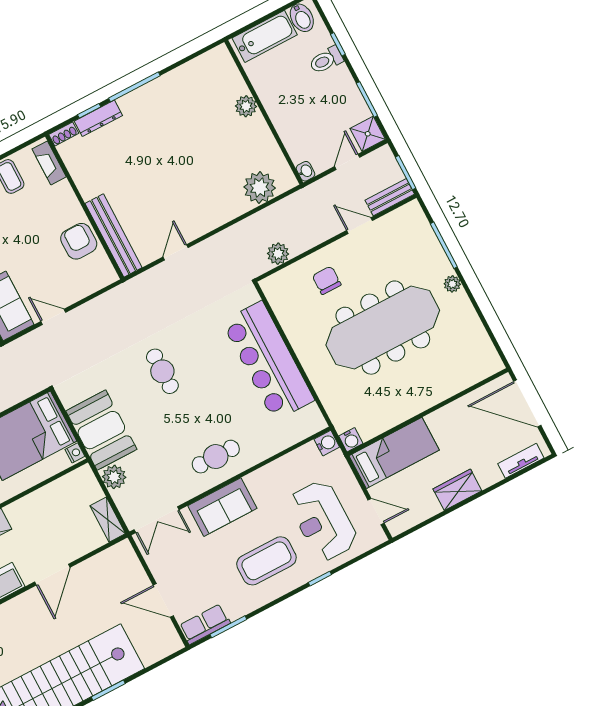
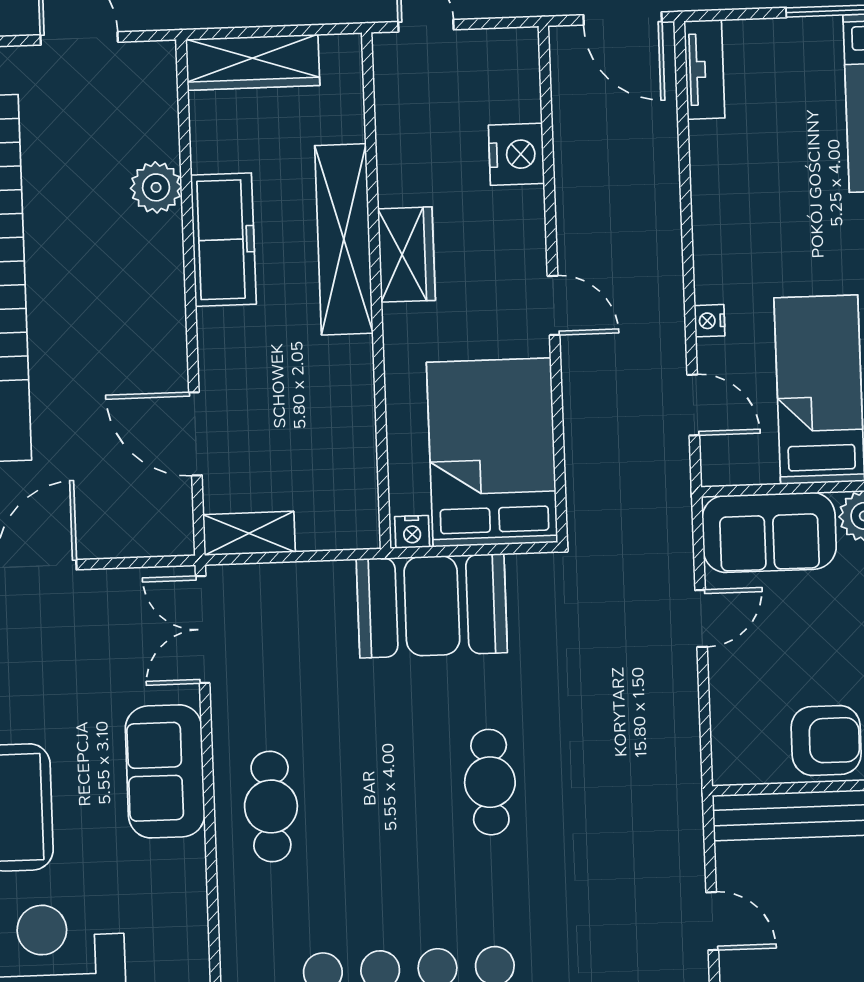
cafe table: (162, 371) -> (490, 782), turned 90
plant: (114, 477) -> (327, 586), removed
door: (52, 575) -> (195, 434), moved

